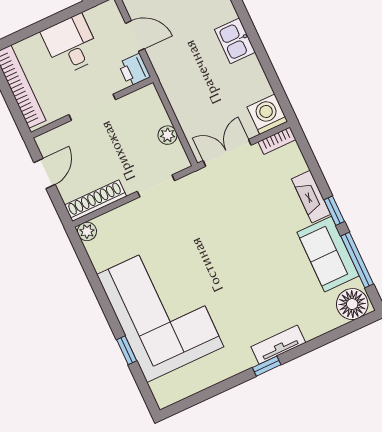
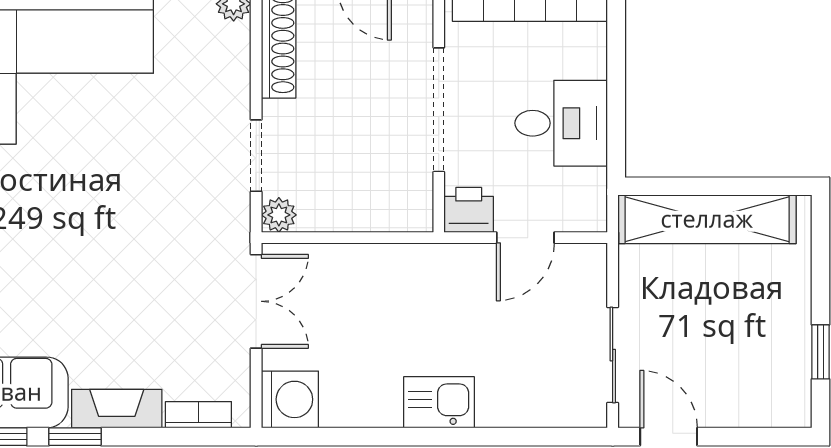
doorway: (92, 107) -> (439, 110), width x1.36
plant: (168, 135) -> (279, 215), moved
bookcase: (277, 141) -> (198, 415), moved, turned 90

